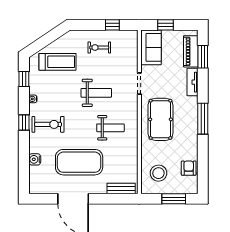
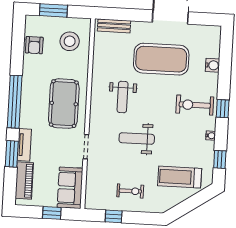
window: (203, 57) -> (12, 154), moved
window: (203, 119) -> (15, 102), width x1.46
weight bench: (110, 128) -> (123, 97), turned -90

